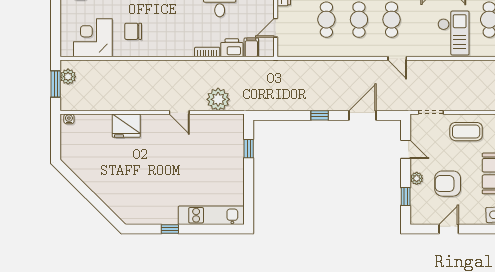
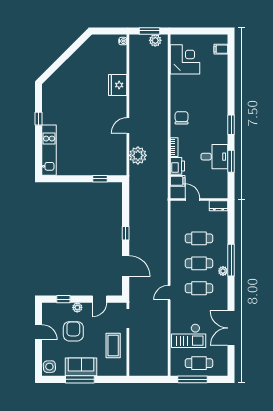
chair: (133, 31) -> (182, 118), moved

